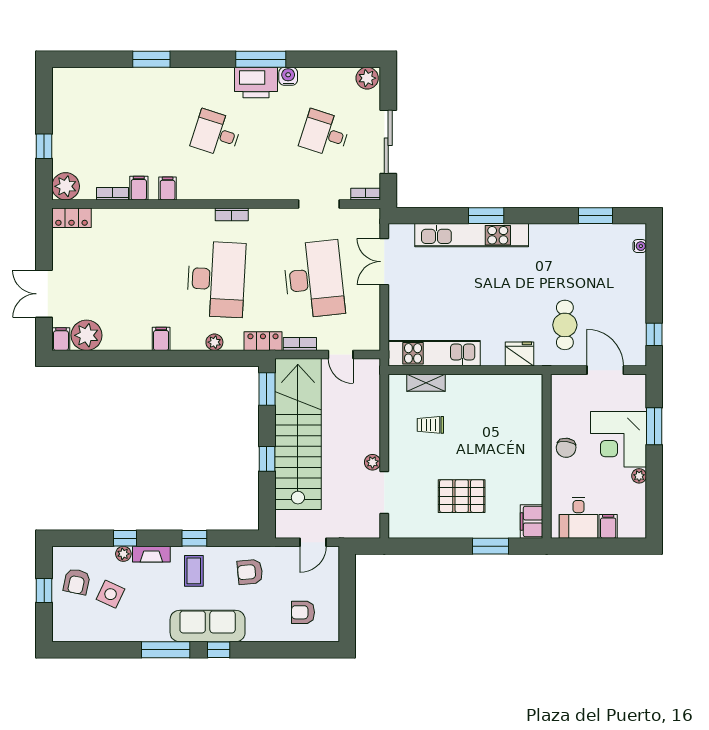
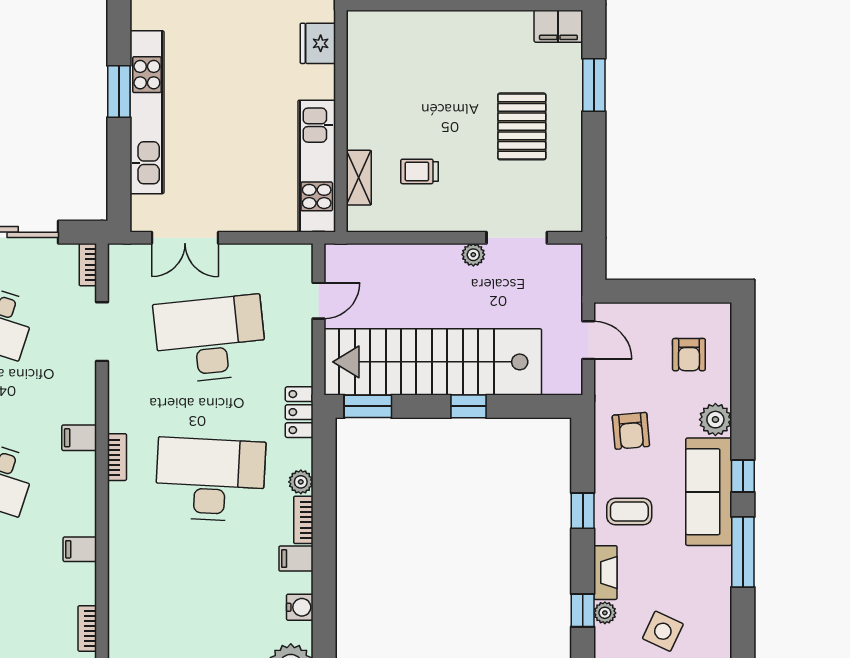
filing cabinet: (139, 188) -> (79, 438), moved
water cooler: (127, 341) -> (300, 607), added
bookcase: (300, 344) -> (303, 520), moved
trolley: (430, 425) -> (420, 171), turned 90
plant: (258, 631) -> (715, 420), added

